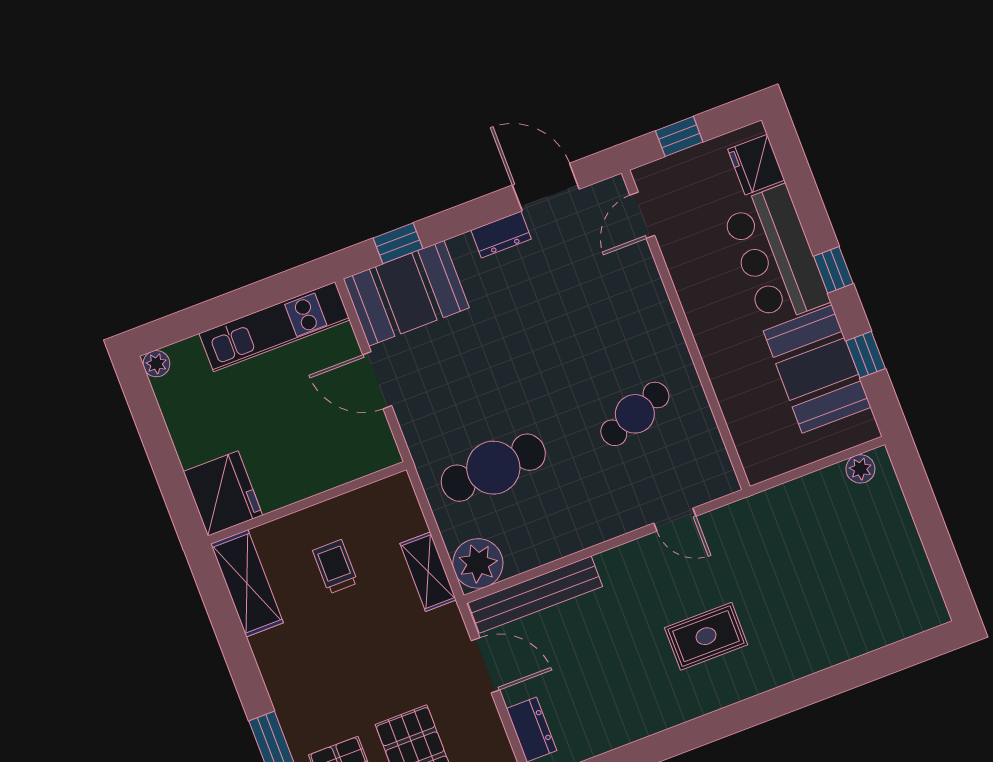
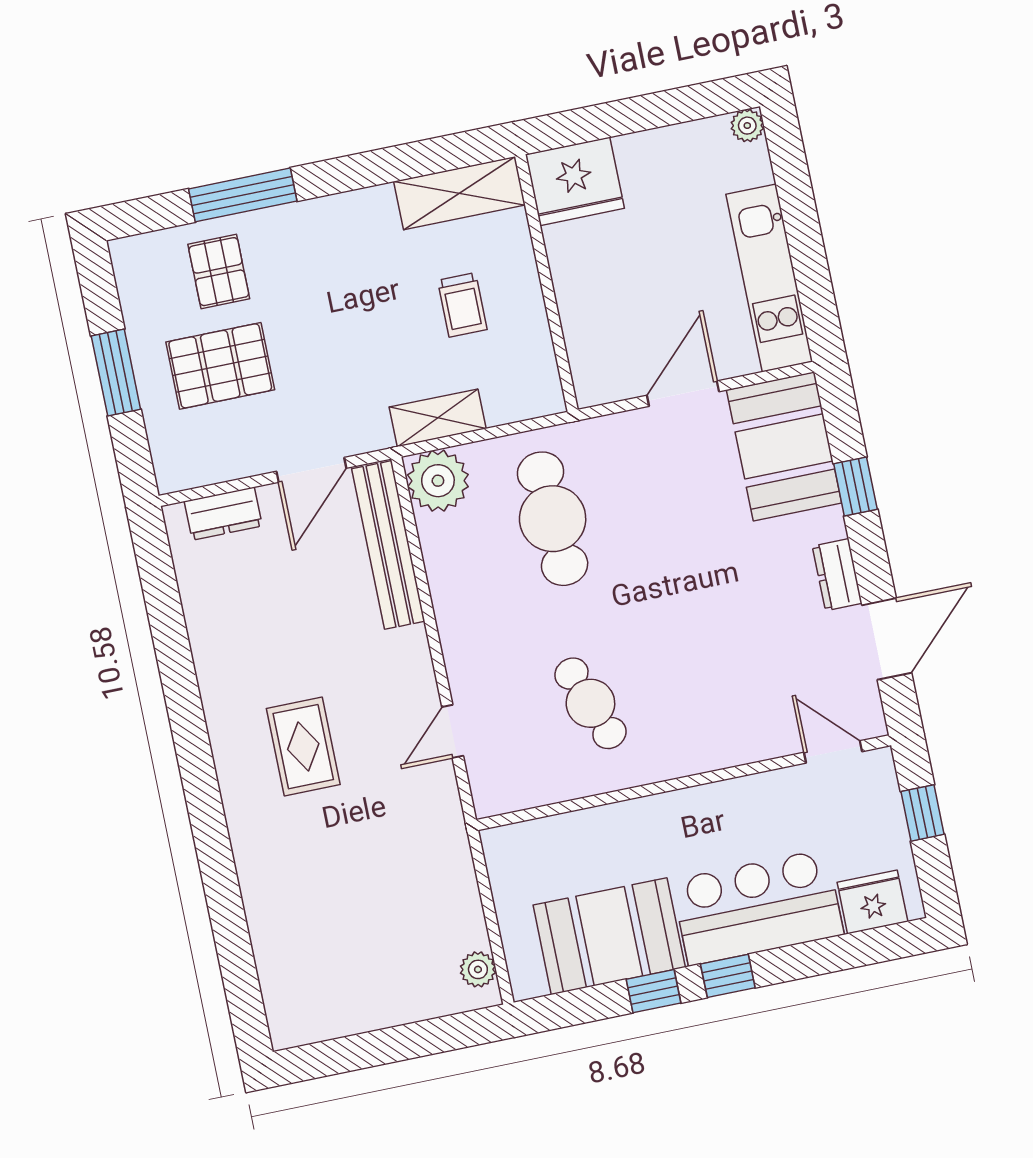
window: (398, 243) -> (855, 486), moved
window: (866, 355) -> (654, 991), moved
trolley: (335, 567) -> (462, 305), turned 90

